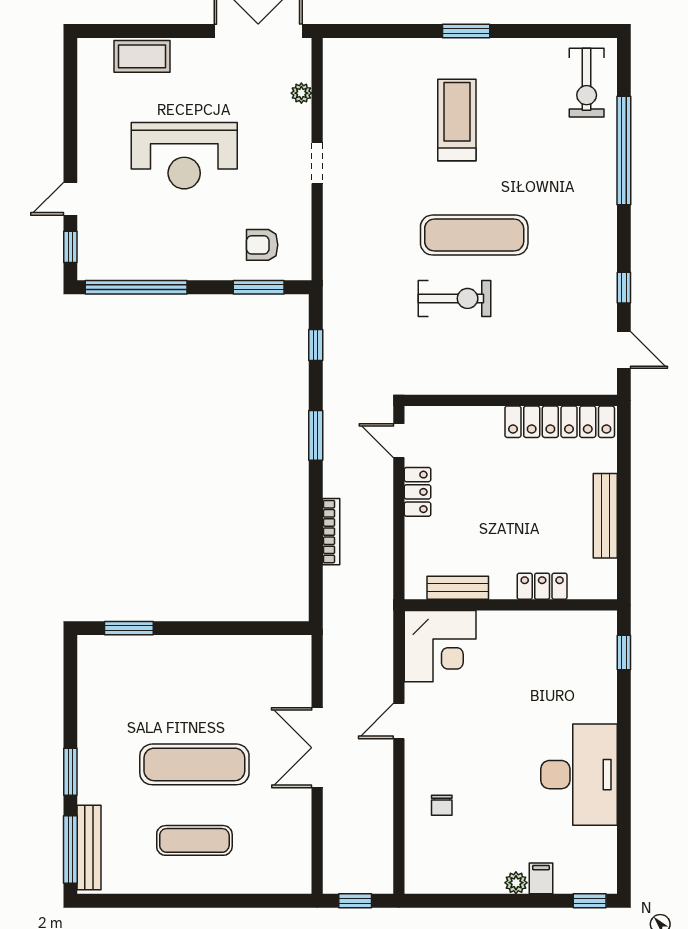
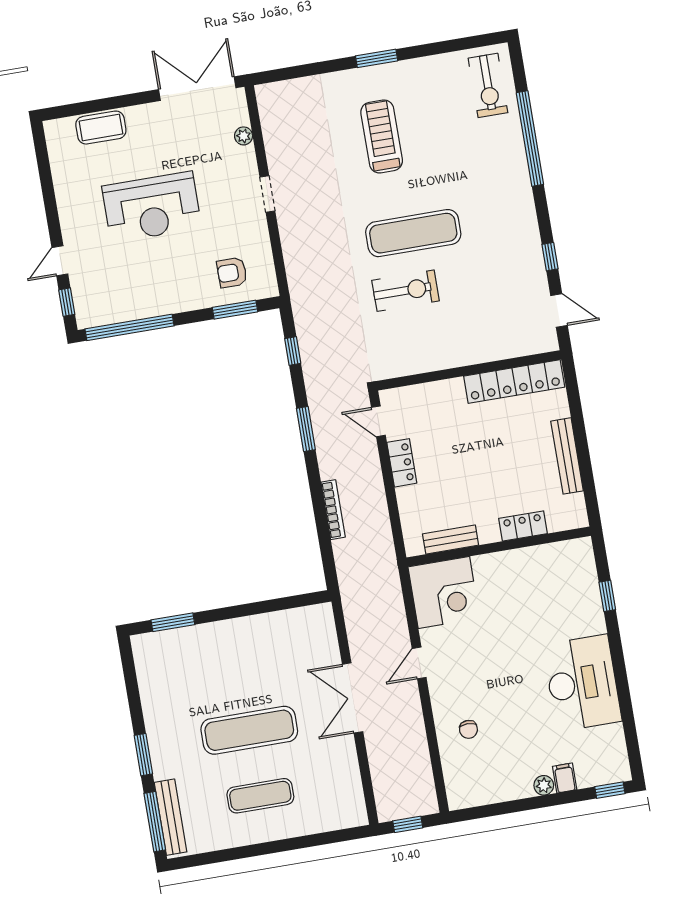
window: (624, 653) -> (607, 596), moved

